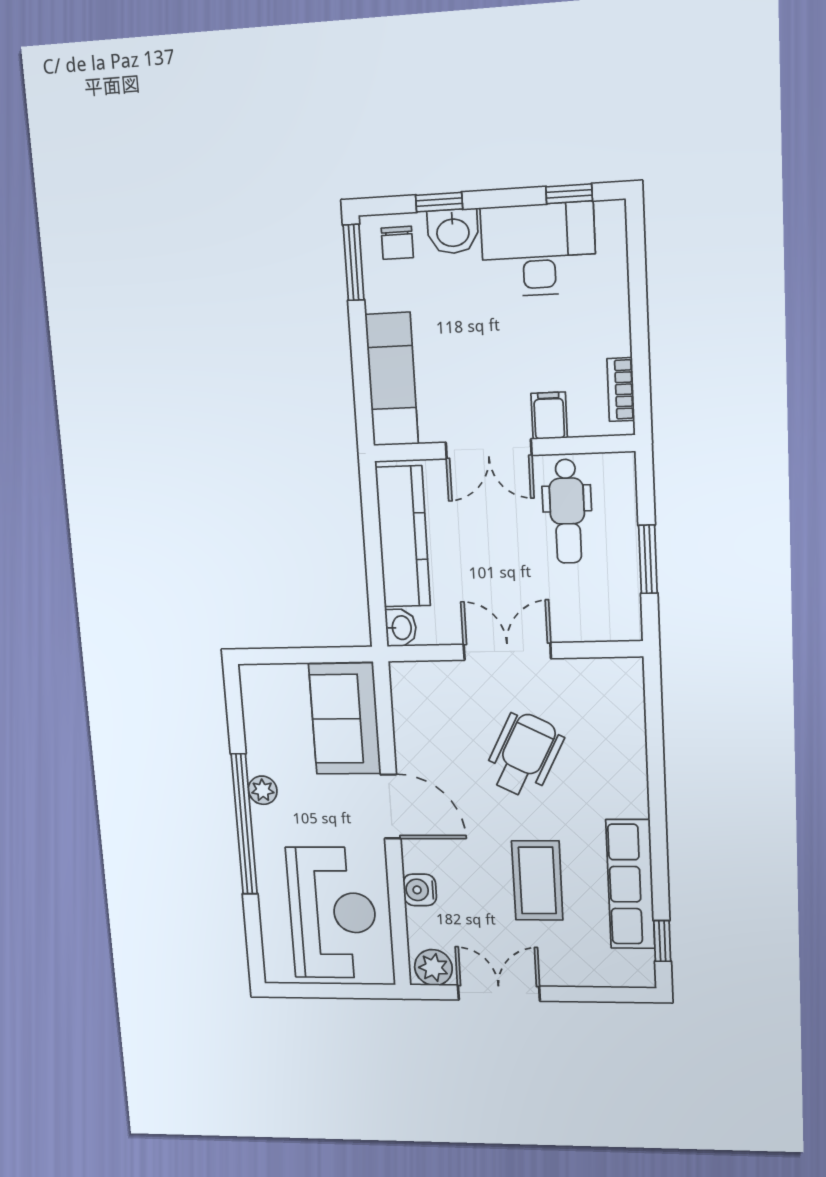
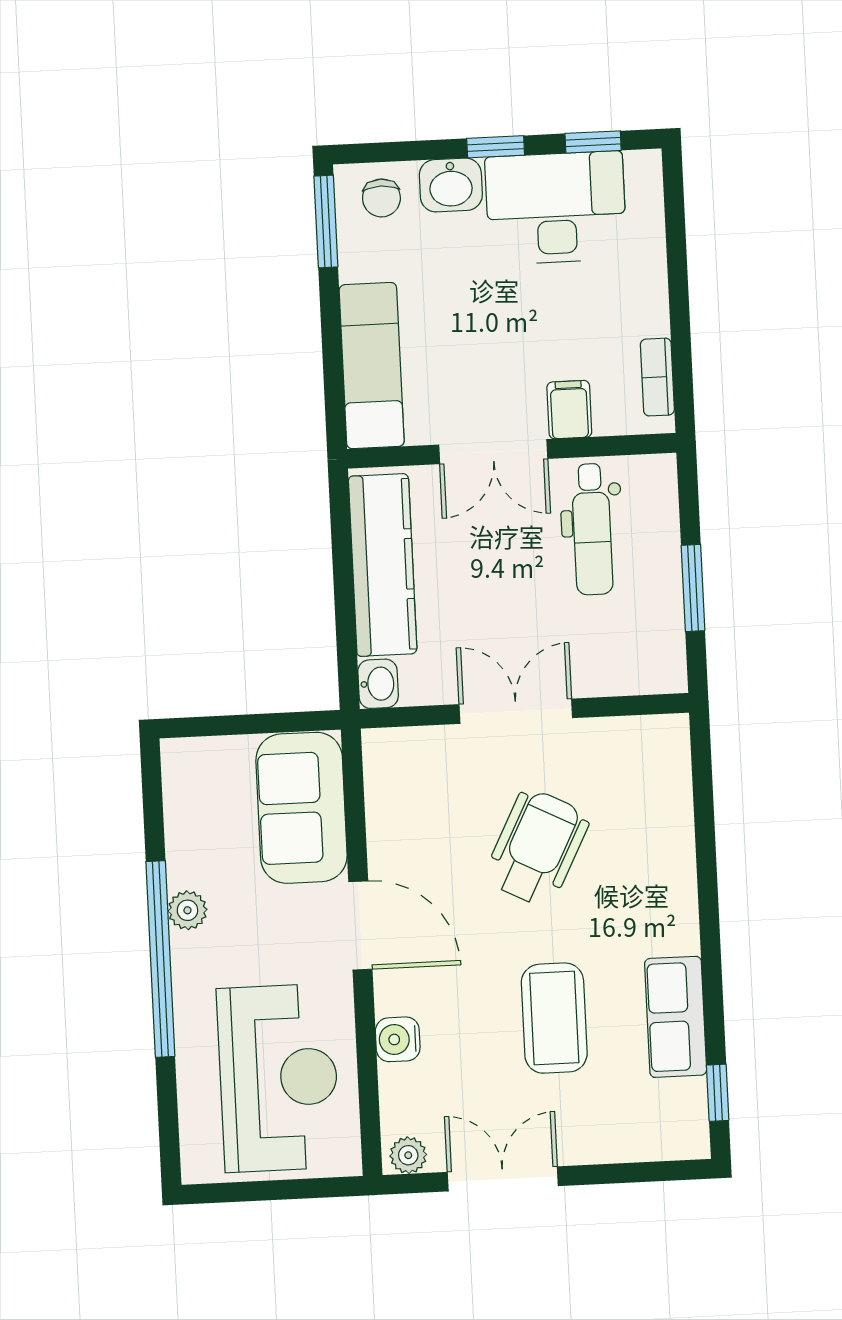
window: (439, 202) -> (496, 147), moved
row of seats: (630, 884) -> (676, 1017), width x0.68
plant: (433, 967) -> (408, 1155), width x0.73, depth x0.73

